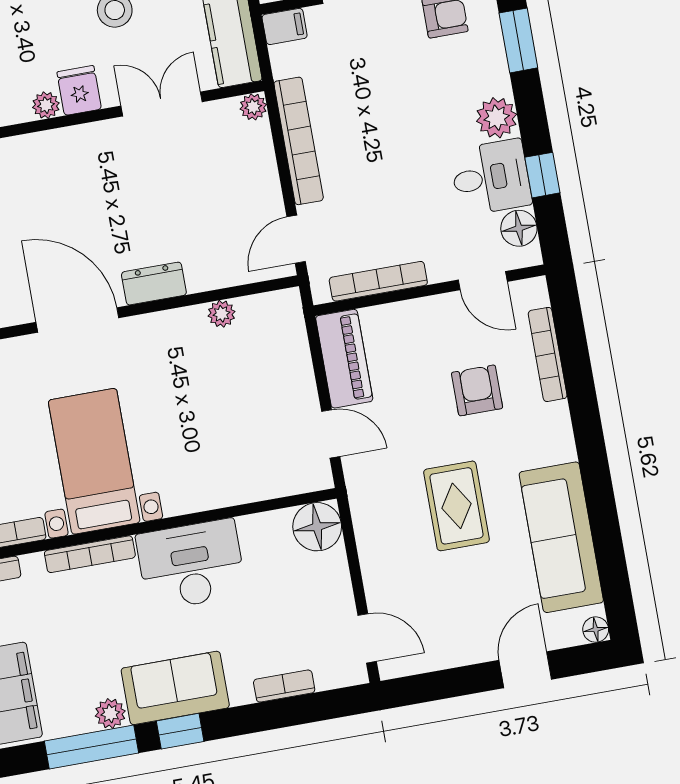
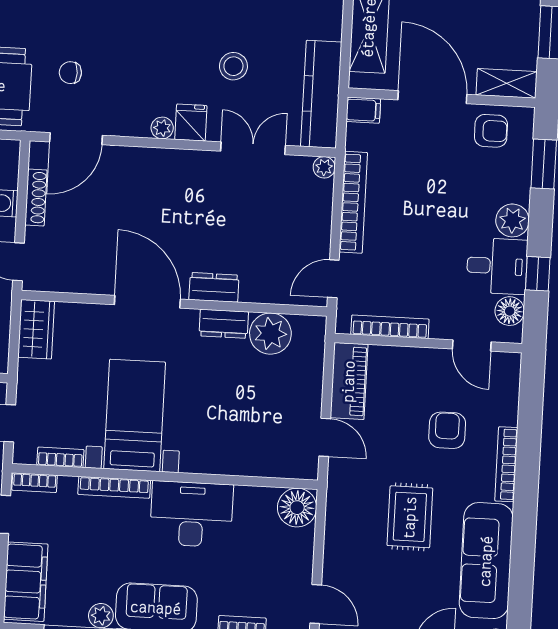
plant: (221, 314) -> (270, 334), width x1.88, depth x1.88
dresser: (176, 325) -> (224, 324), added
bookcase: (548, 354) -> (506, 464), moved

